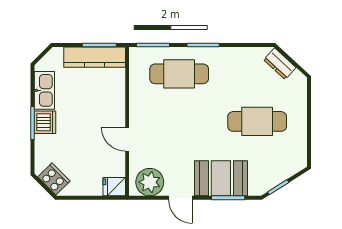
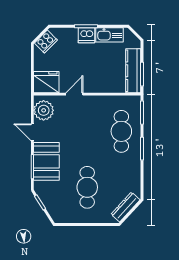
dresser: (280, 64) -> (125, 207), width x1.44
fridge: (114, 187) -> (46, 82), width x1.88, depth x1.34
door: (180, 198) -> (32, 132), hinge flipped

